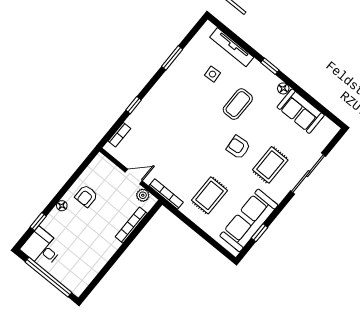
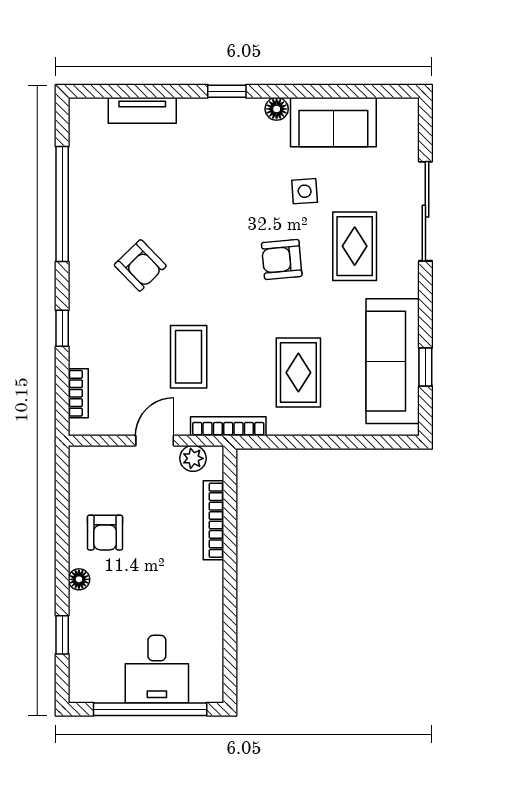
tv unit: (232, 47) -> (142, 110), width x0.71
window: (172, 58) -> (62, 204), width x2.11
side table: (213, 74) -> (305, 191), moved
coffee table: (238, 104) -> (189, 357), moved
armchair: (183, 105) -> (140, 265), added
desk: (42, 248) -> (157, 669), moved, turned -90

